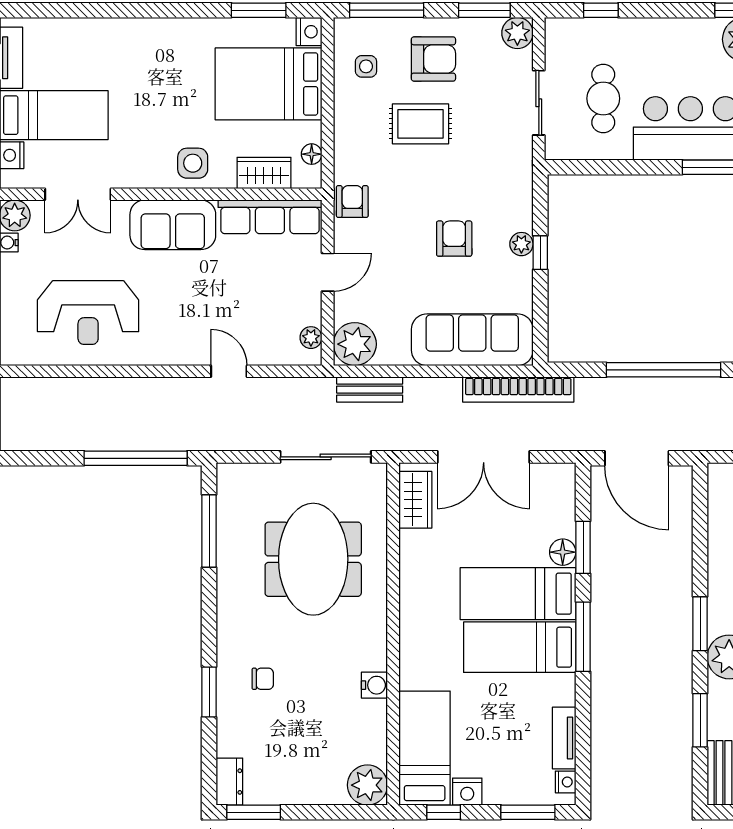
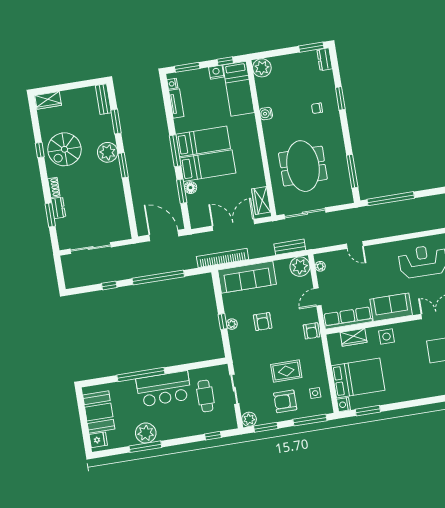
floor lamp: (312, 154) -> (333, 349), removed

